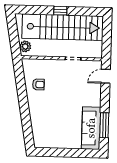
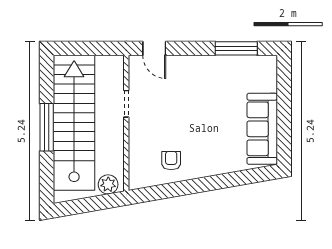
window: (60, 11) -> (47, 127), width x2.17
sofa: (91, 128) -> (262, 129), moved, turned 90

